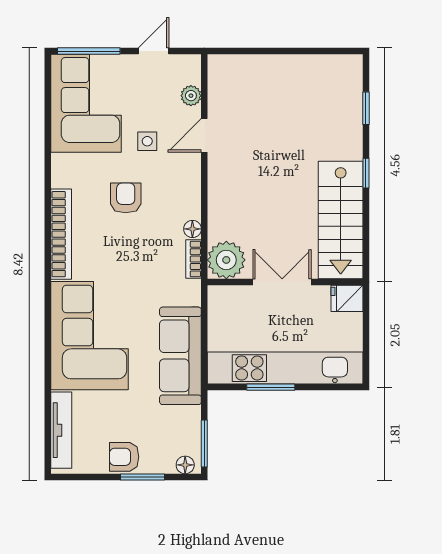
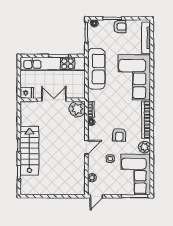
door: (154, 51) -> (96, 196), moved
door: (204, 135) -> (86, 147), moved
plant: (65, 169) -> (145, 147), added
stairs: (341, 220) -> (29, 151), moved
double door: (282, 282) -> (54, 100), swing flipped

